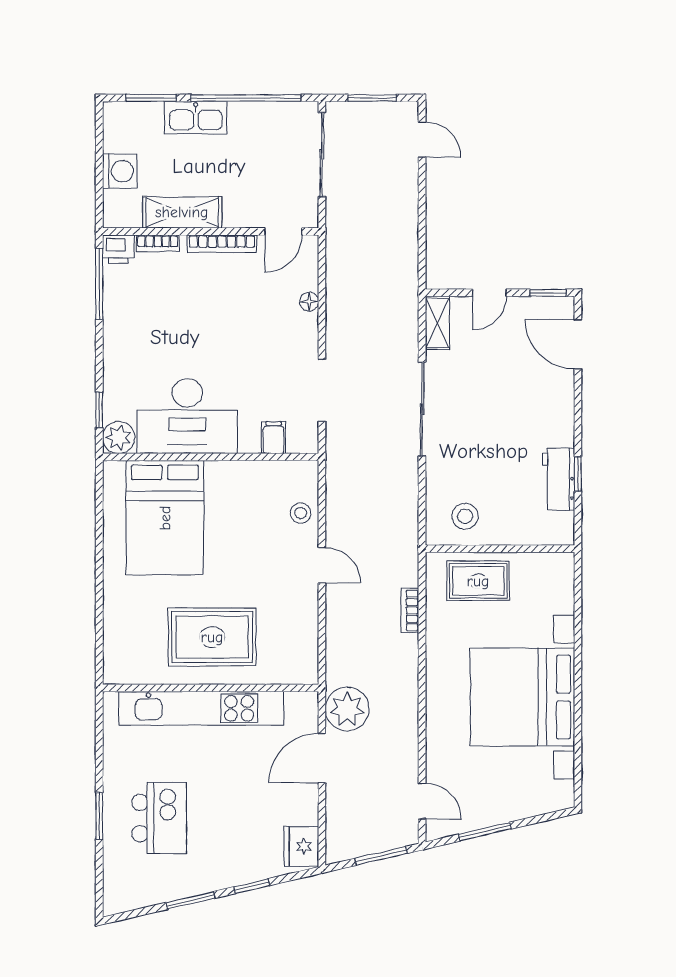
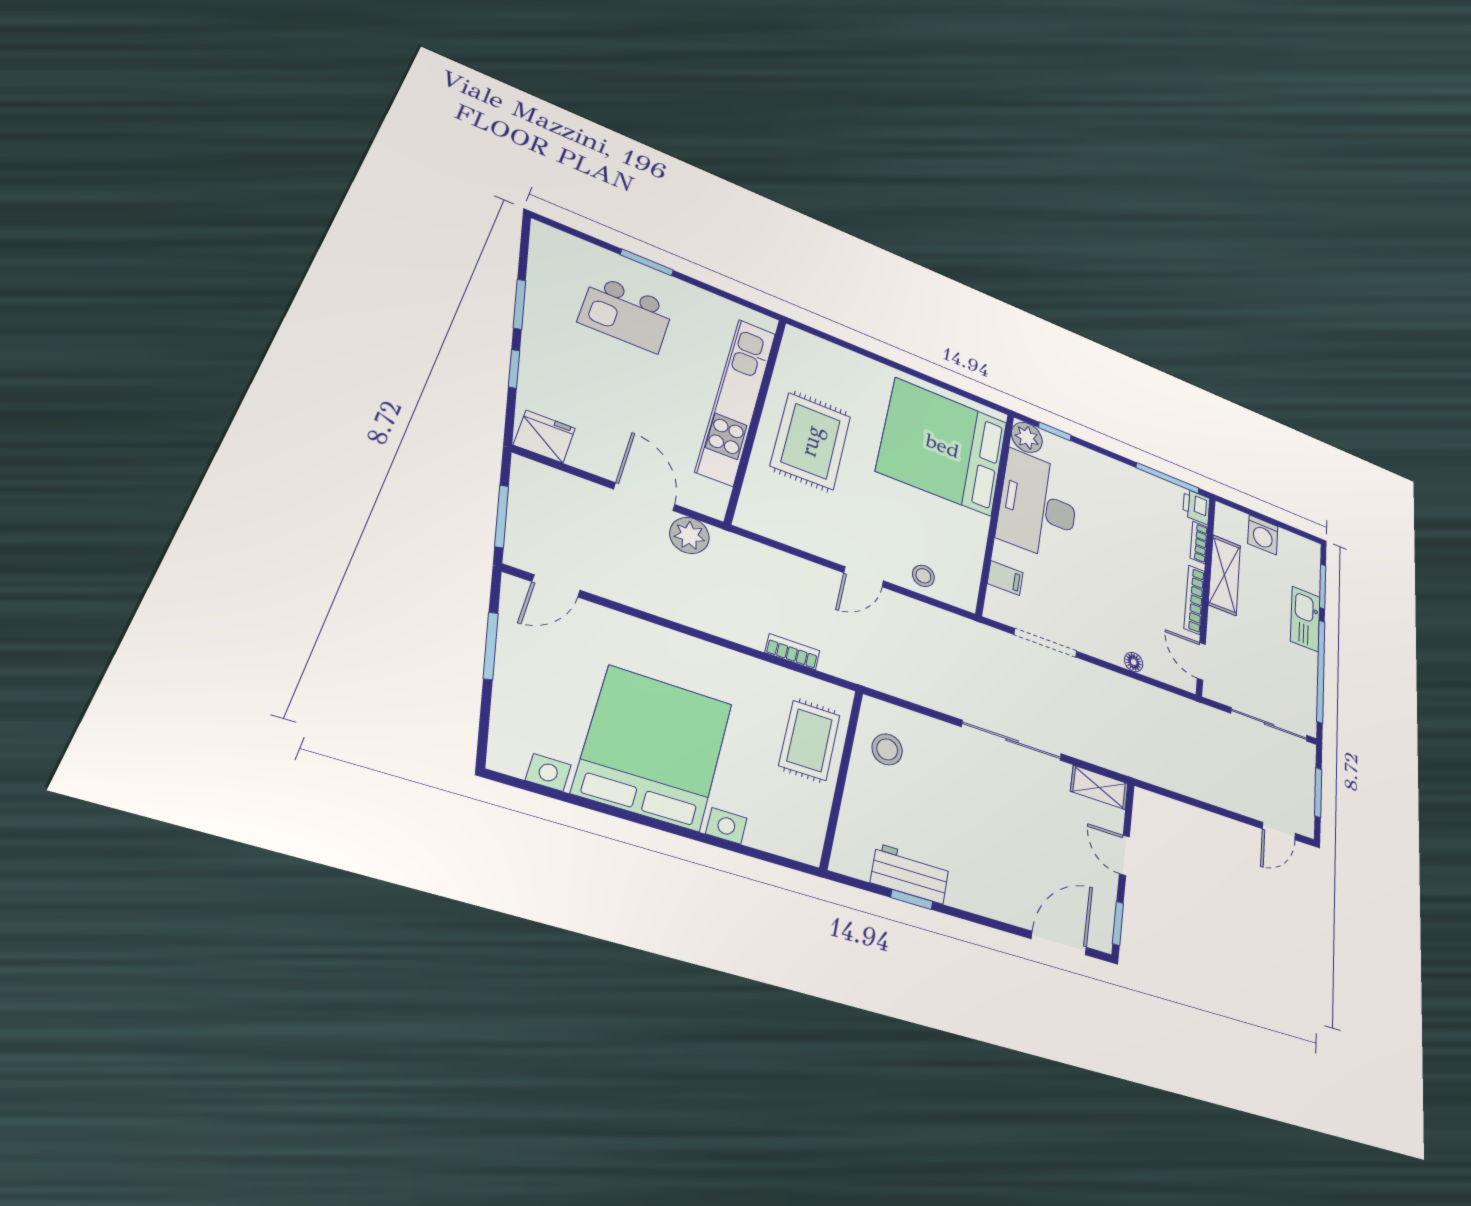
bed: (165, 518) -> (943, 446), width x1.36
plant: (347, 709) -> (689, 535), width x0.73, depth x0.73

